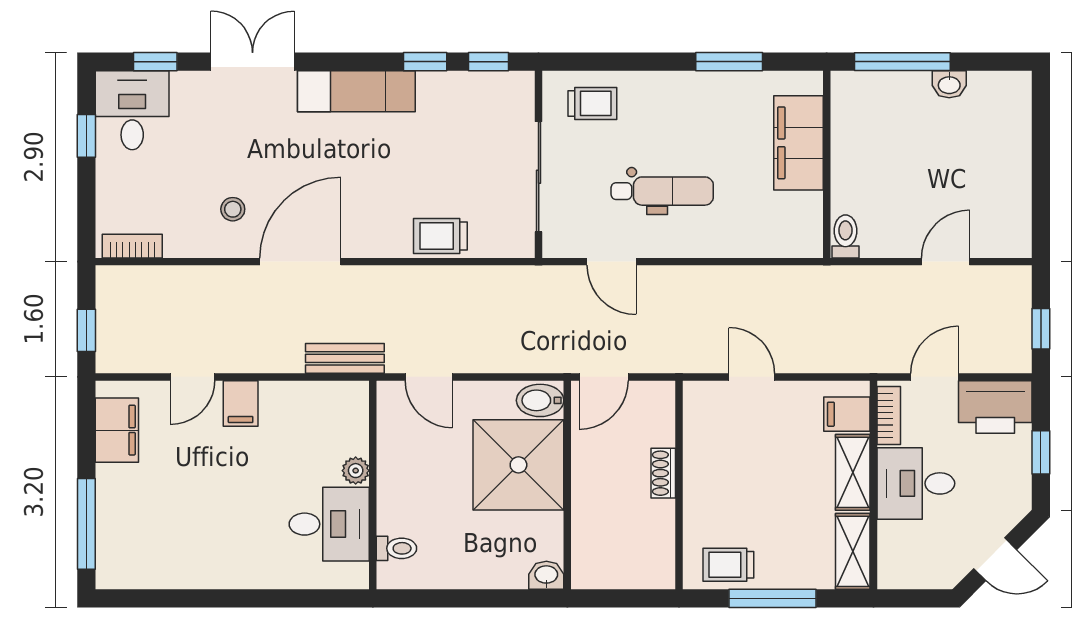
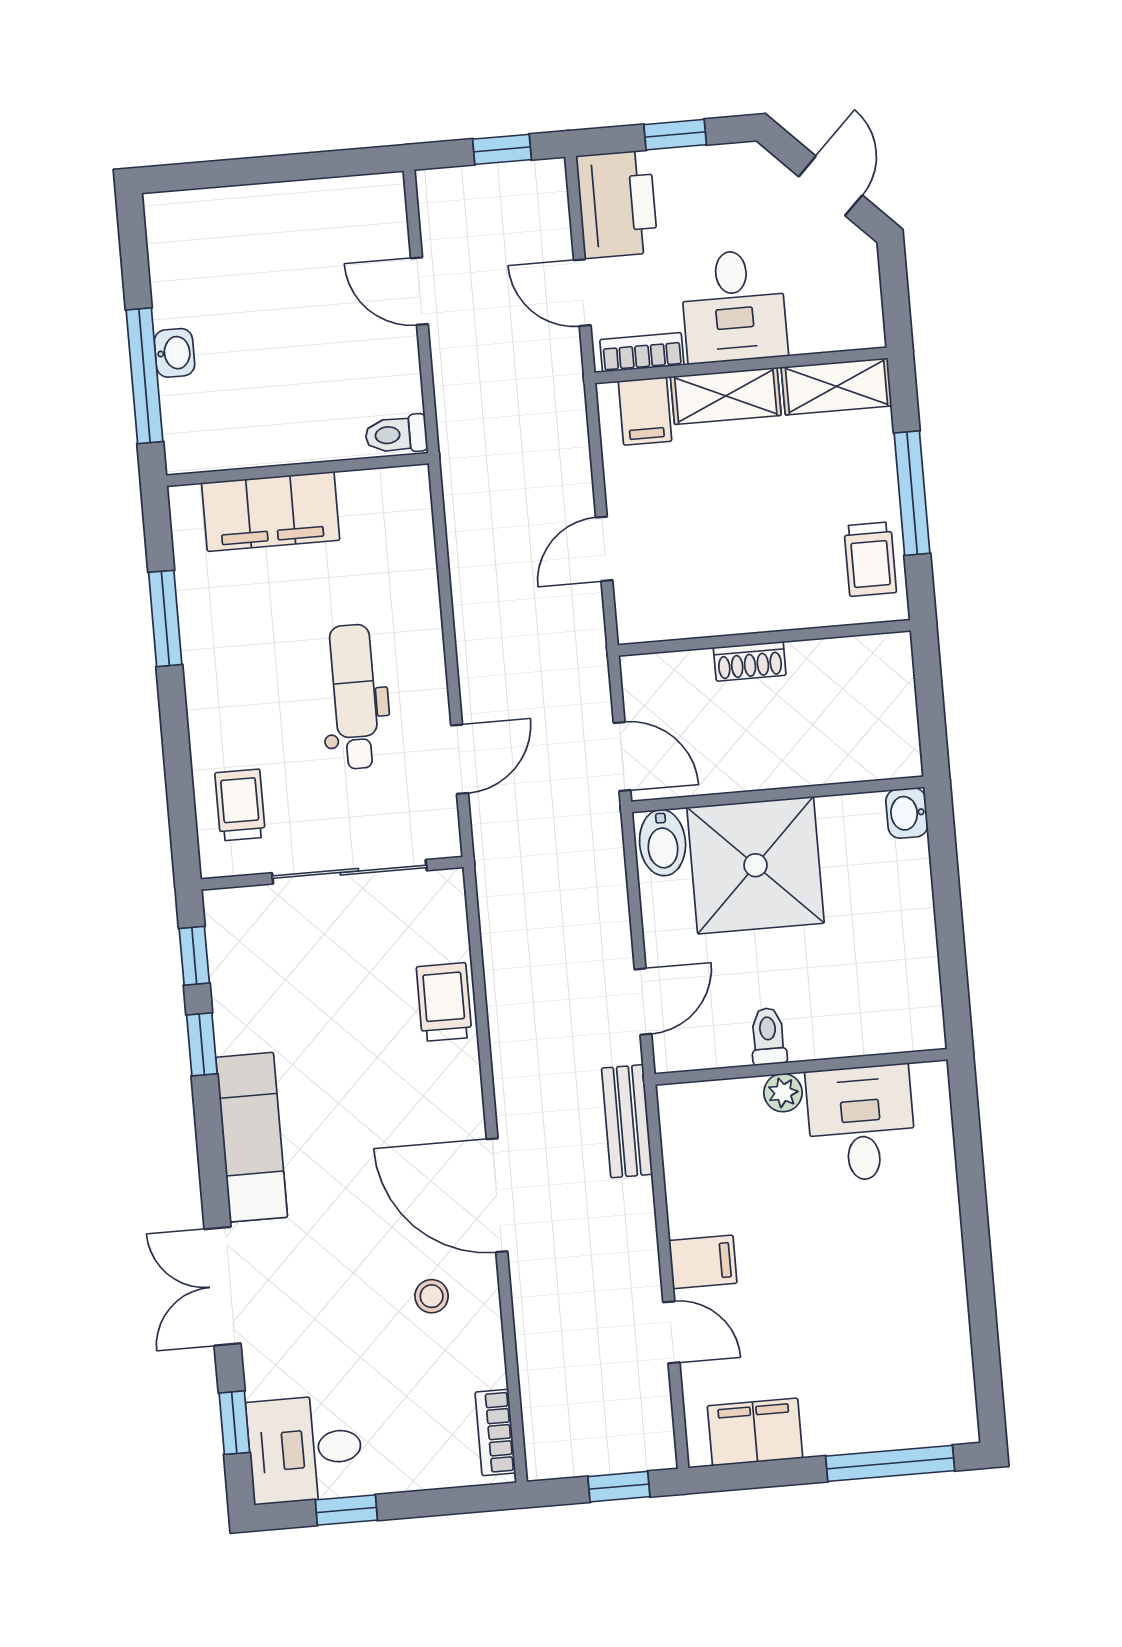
washbasin: (949, 84) -> (174, 353), moved
trolley: (440, 236) -> (444, 1002), turned 180
toilet: (396, 548) -> (768, 1036), moved

